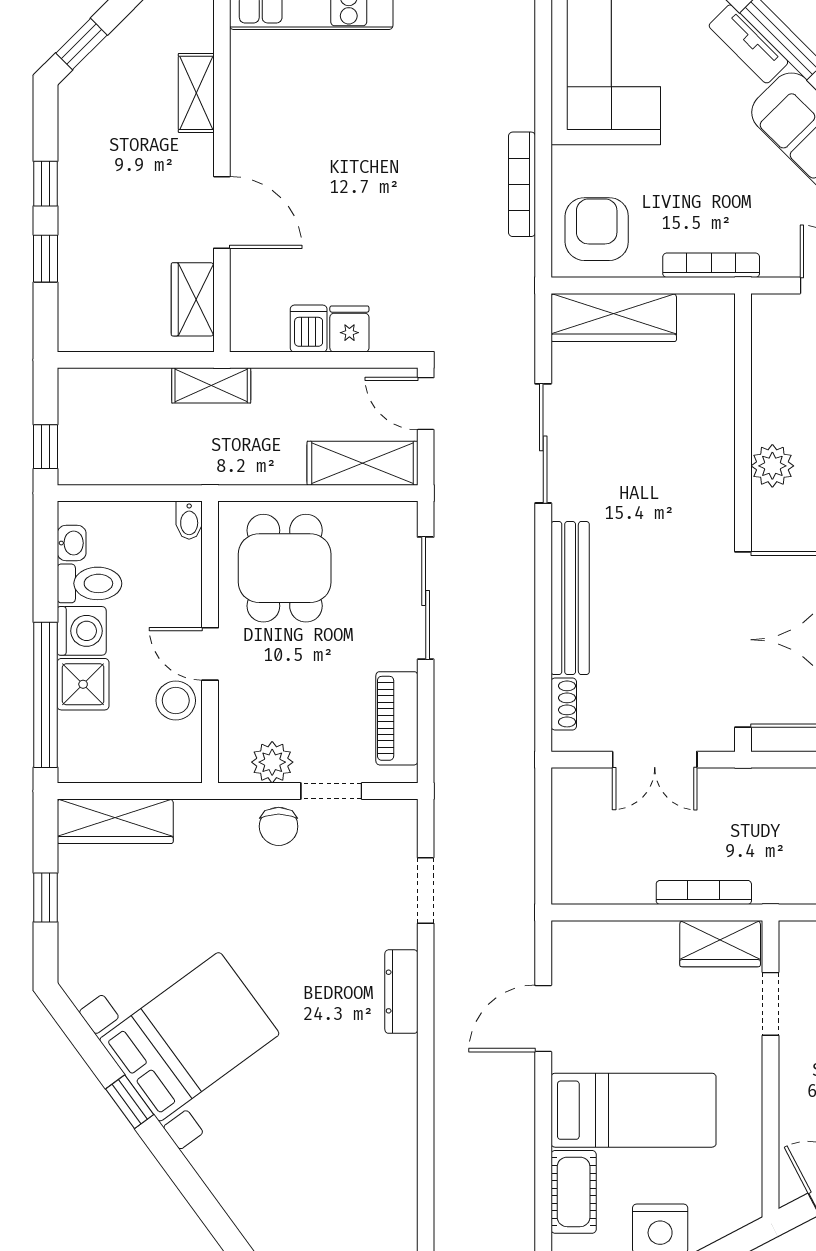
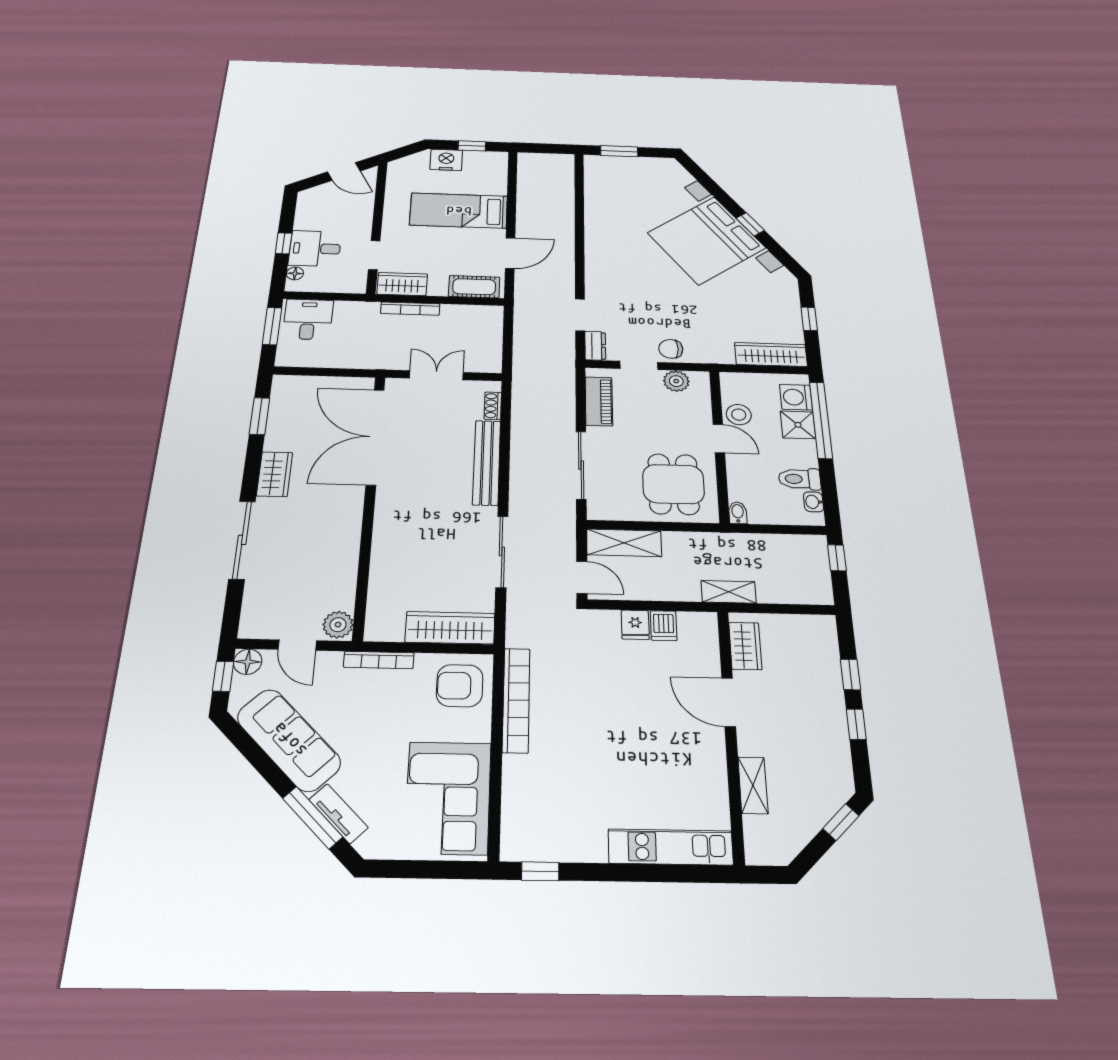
bookcase: (522, 184) -> (516, 700), width x1.48, depth x1.31
armchair: (597, 229) -> (460, 686), turned 90
plant: (772, 466) -> (338, 625), moved
washing machine: (82, 631) -> (796, 397), moved
chair: (279, 826) -> (671, 349), turned -90
dresser: (401, 992) -> (595, 346), moved, width x0.70
bed with nightstands: (189, 1037) -> (707, 240), width x1.36
cot: (574, 1192) -> (474, 287), moved, turned 90

